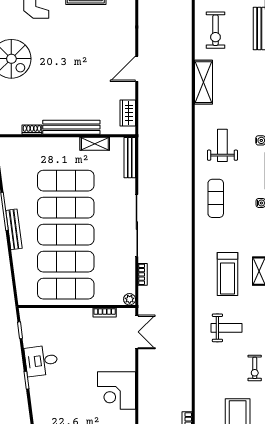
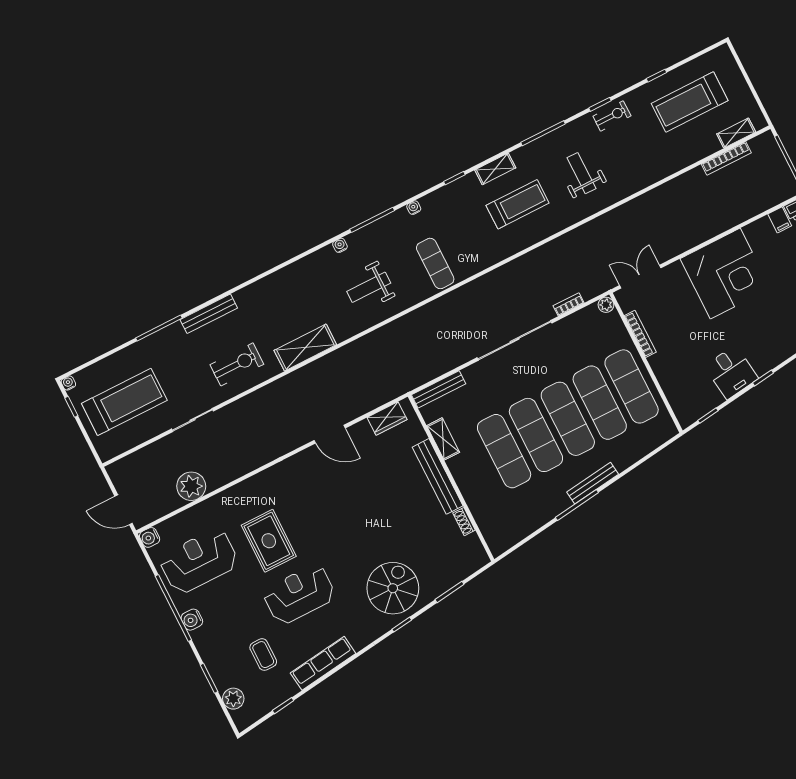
exercise mat: (216, 198) -> (435, 263), turned 90
bookcase: (105, 313) -> (640, 334), width x1.56
corner desk: (117, 390) -> (725, 274), width x1.36, depth x1.36

